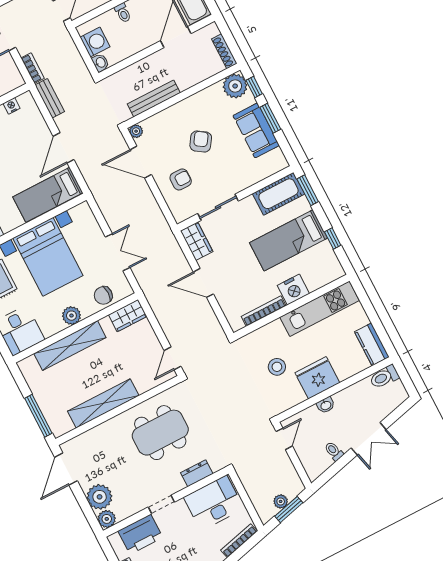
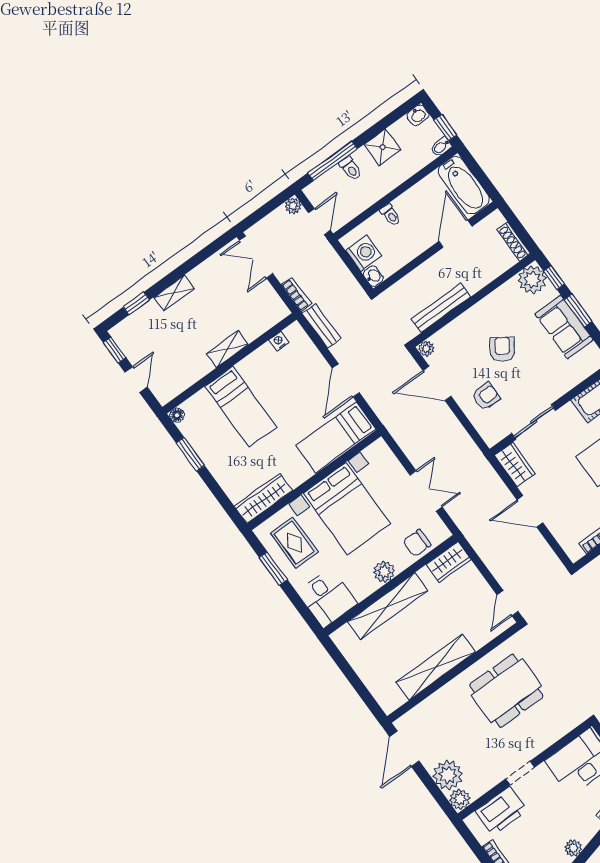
window: (38, 416) -> (363, 693), removed
dresser: (197, 473) -> (555, 731), removed

